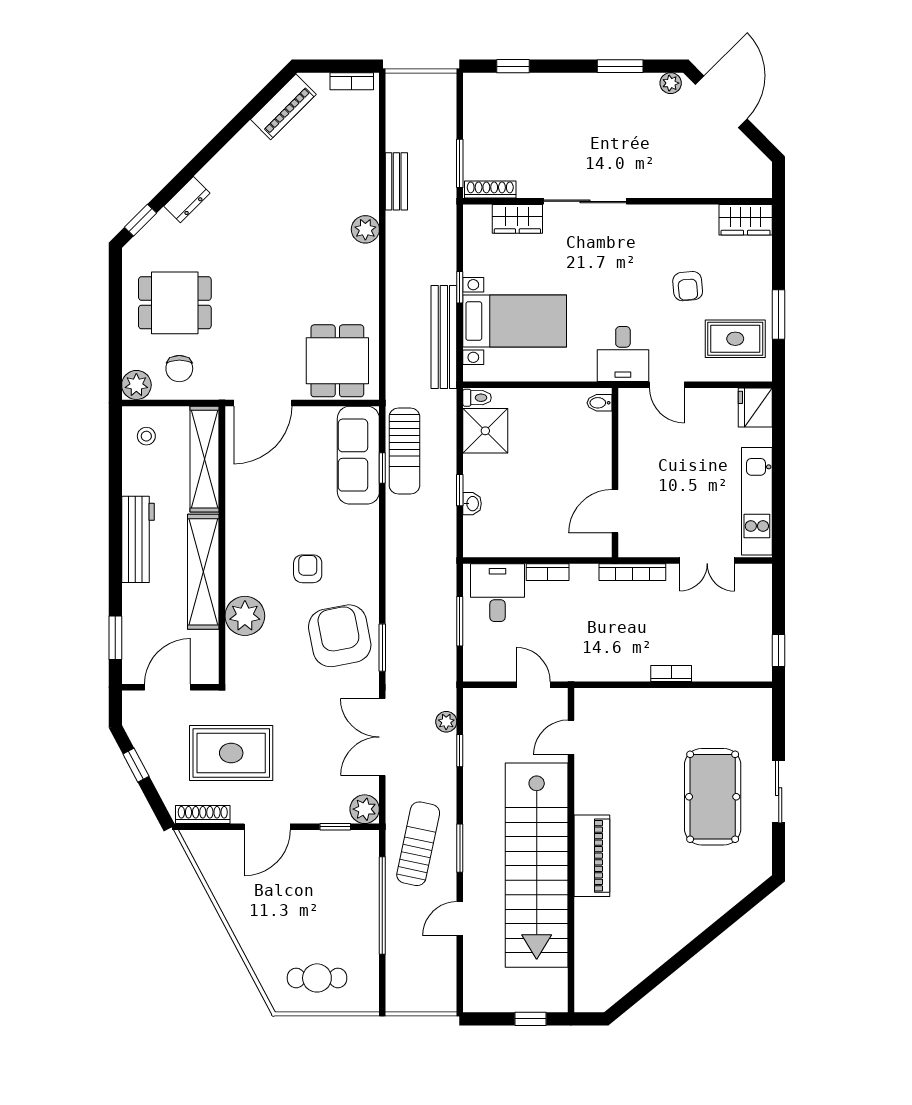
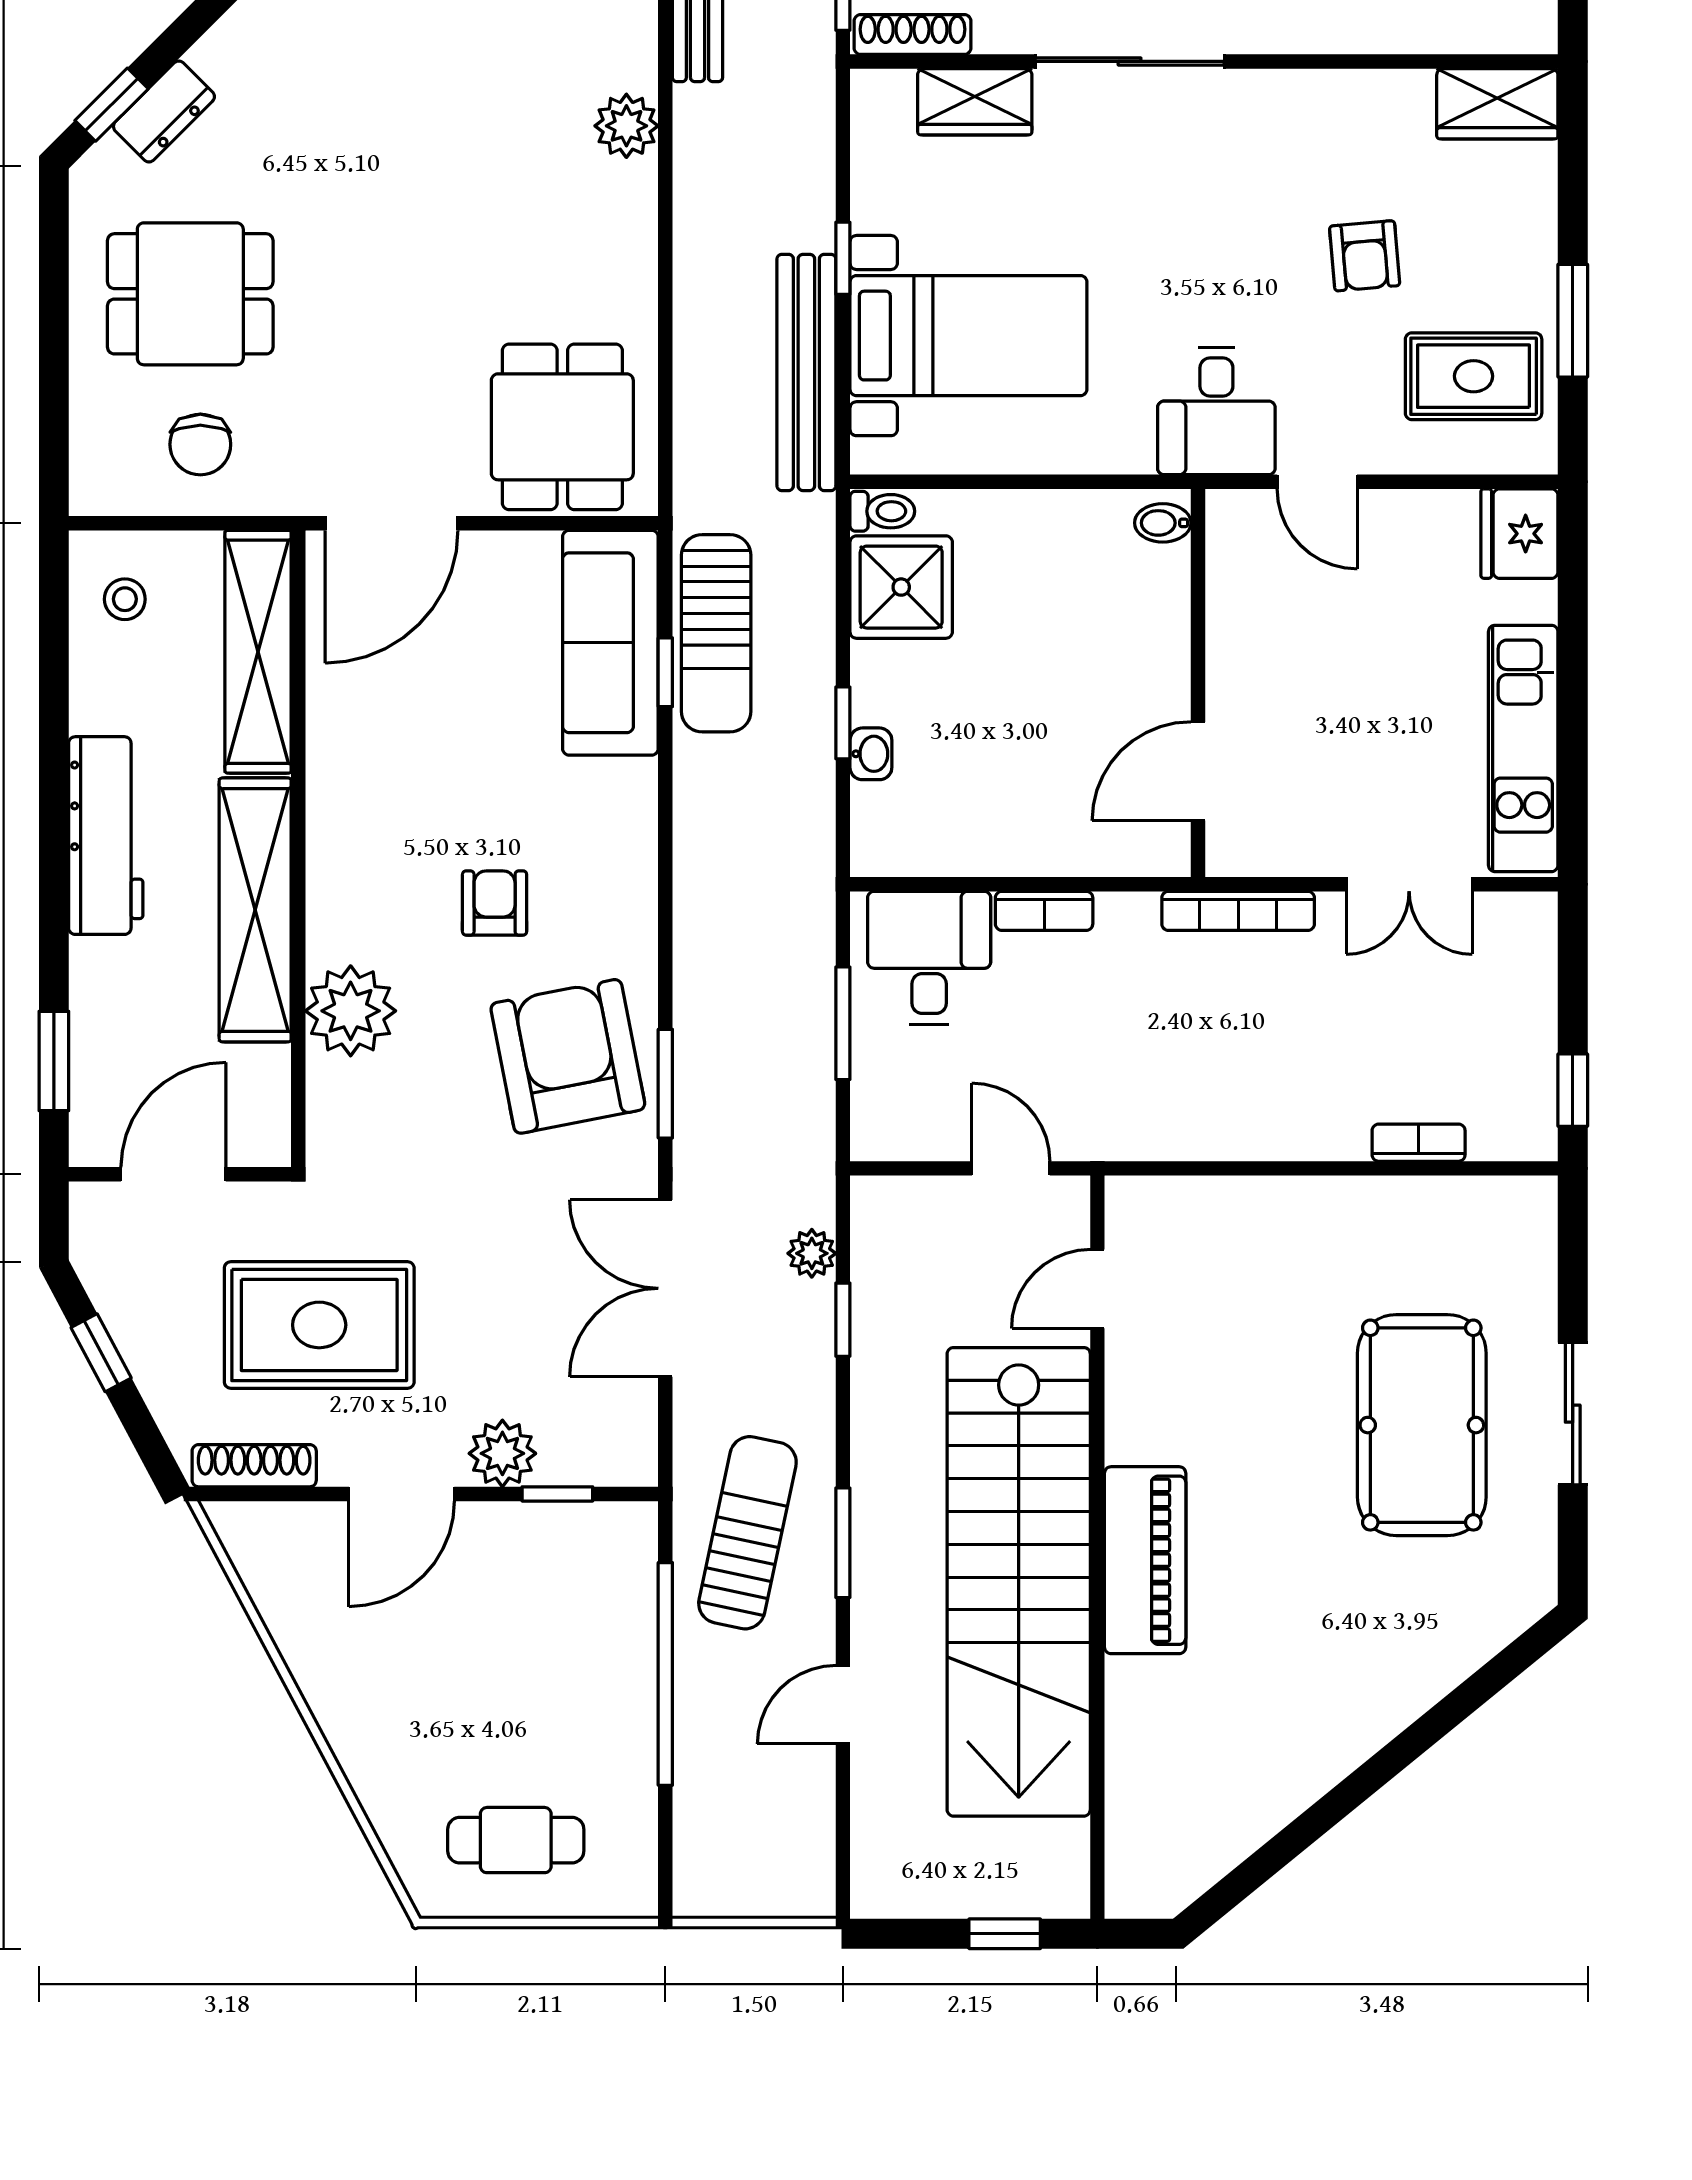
dresser: (187, 200) -> (164, 111), moved
plant: (136, 385) -> (102, 482), removed
bookcase: (671, 673) -> (1419, 1143), moved
plant: (365, 809) -> (502, 1453), moved

